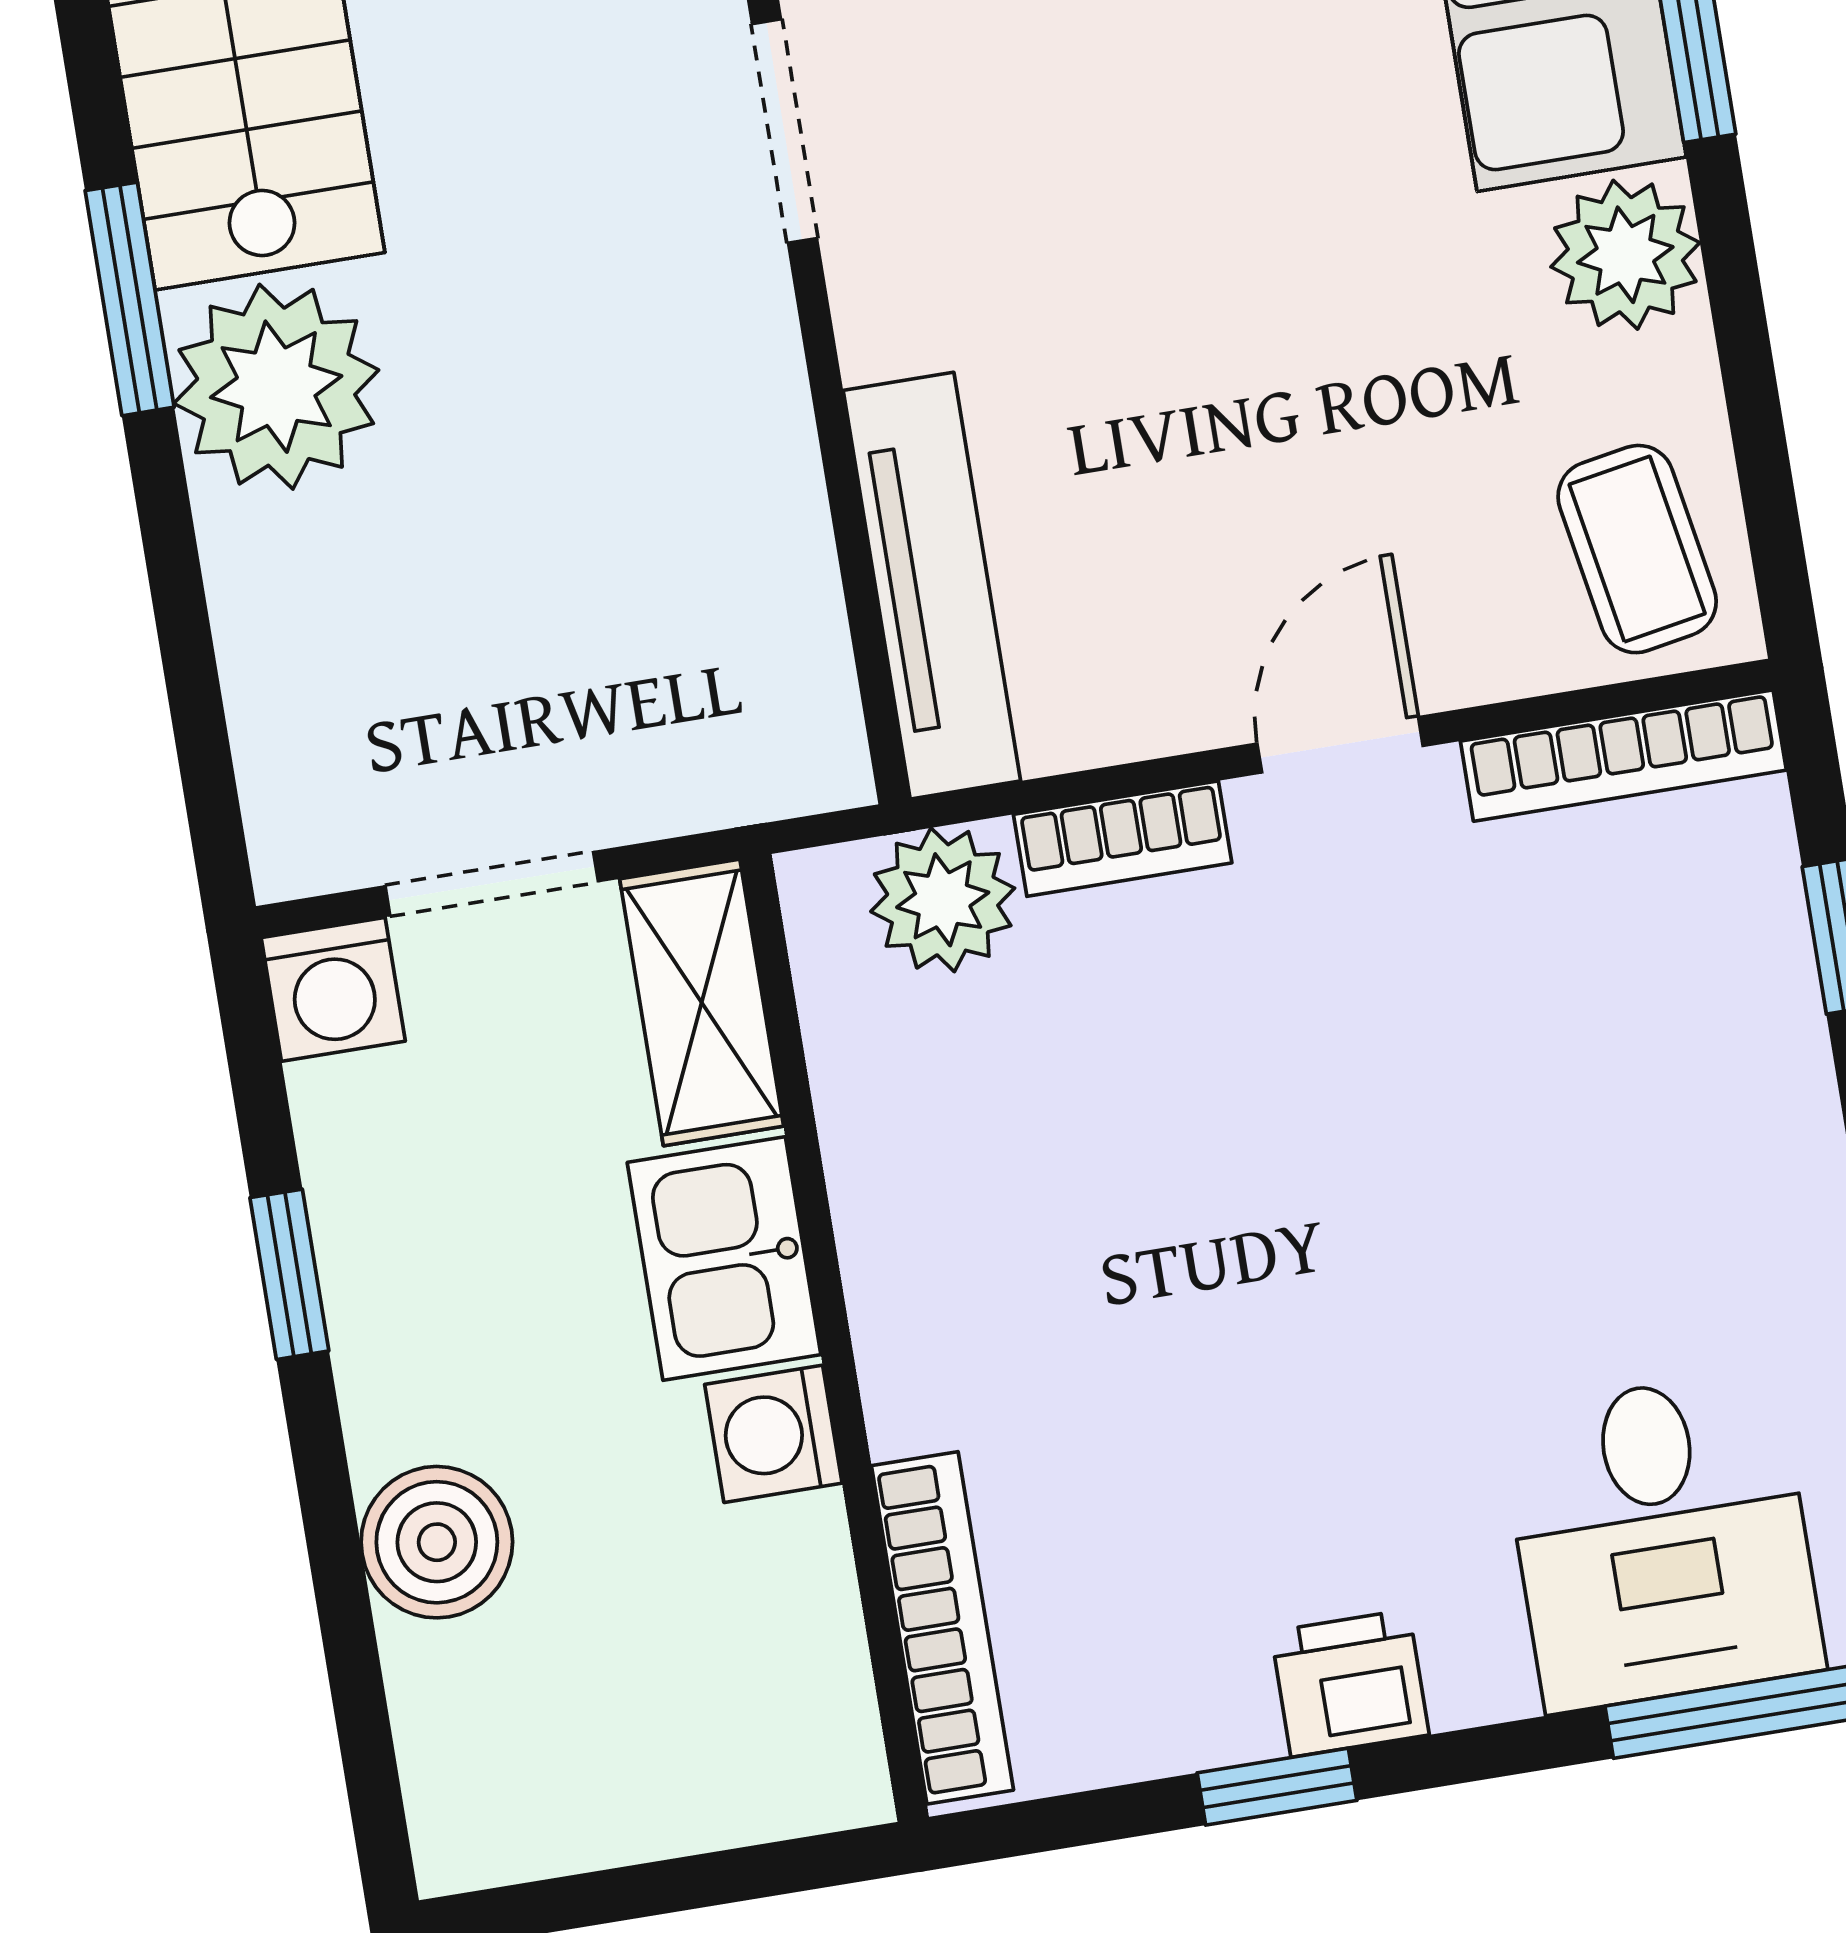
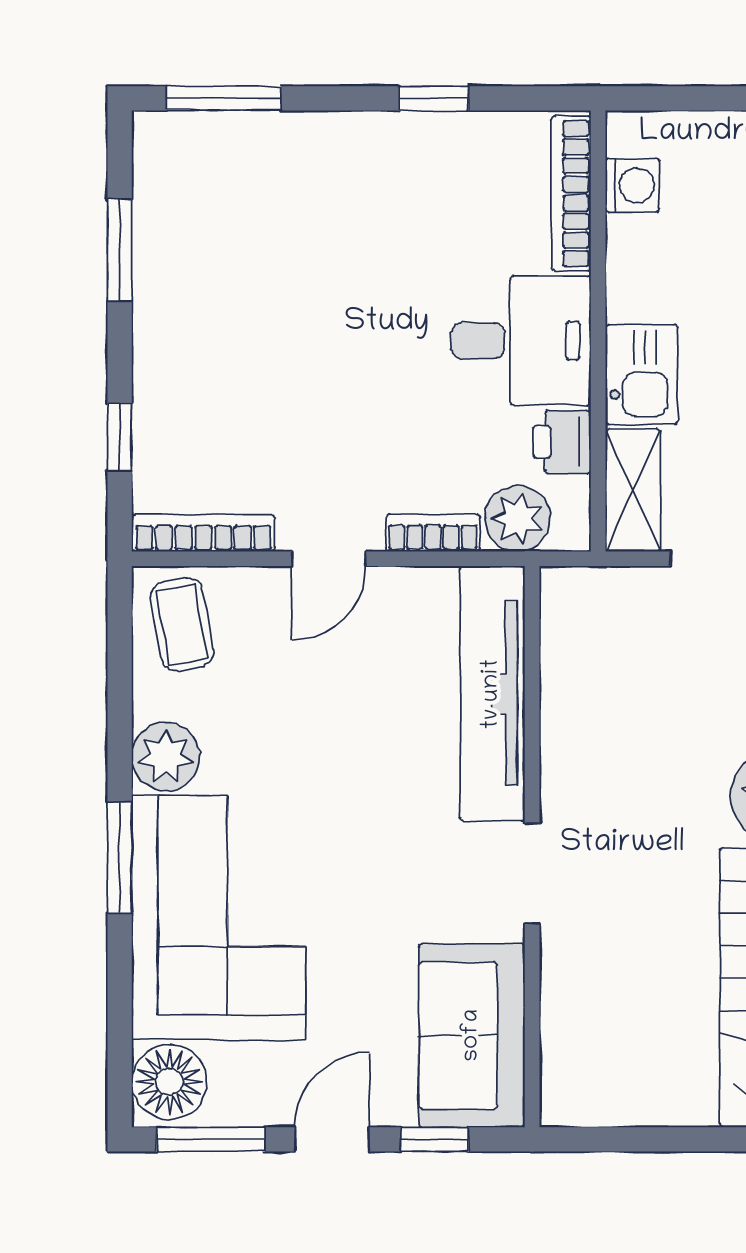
tv unit: (932, 586) -> (492, 694), width x1.36, depth x1.29
washing machine: (773, 1434) -> (632, 185), moved
desk: (1662, 1541) -> (521, 341), moved, turned 90
printer: (1350, 1683) -> (562, 442), moved, turned 90

